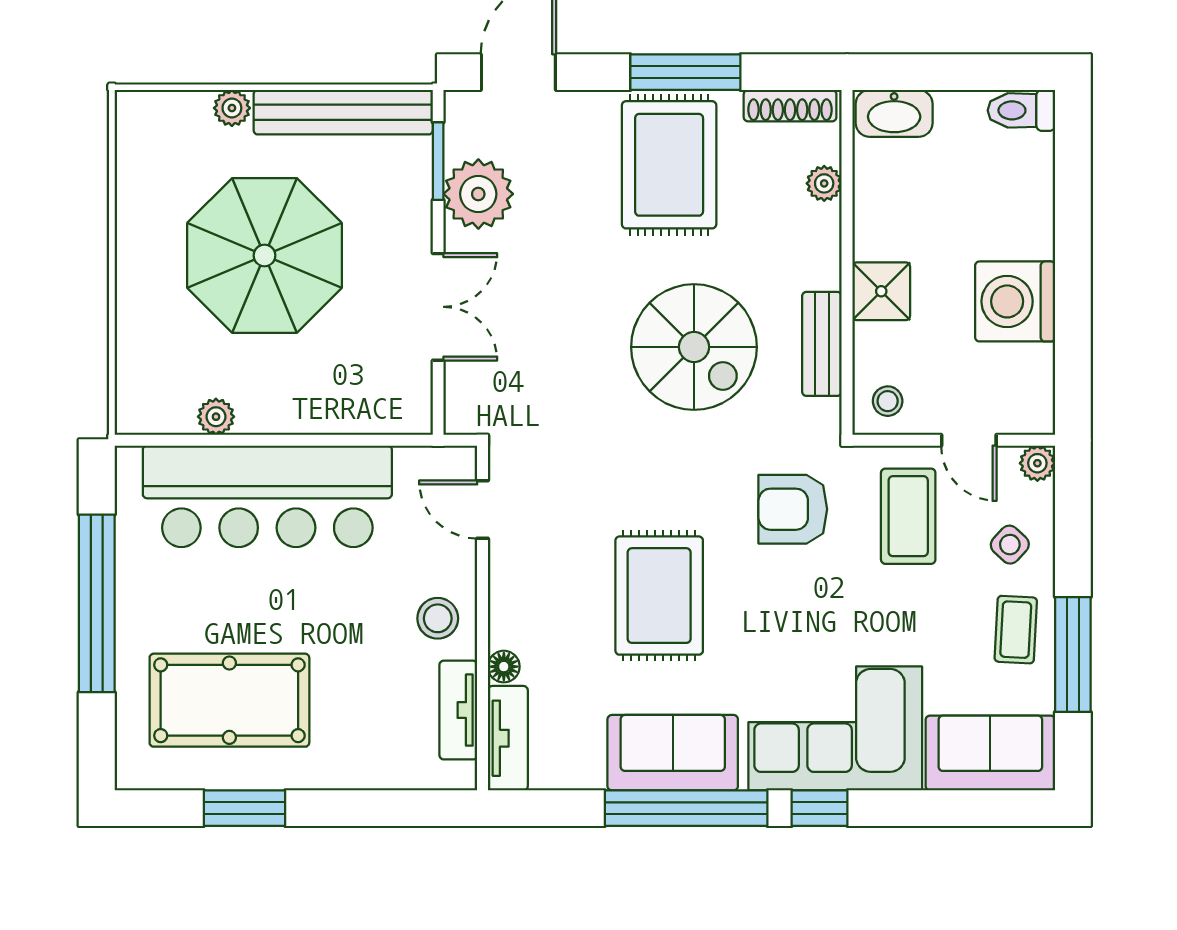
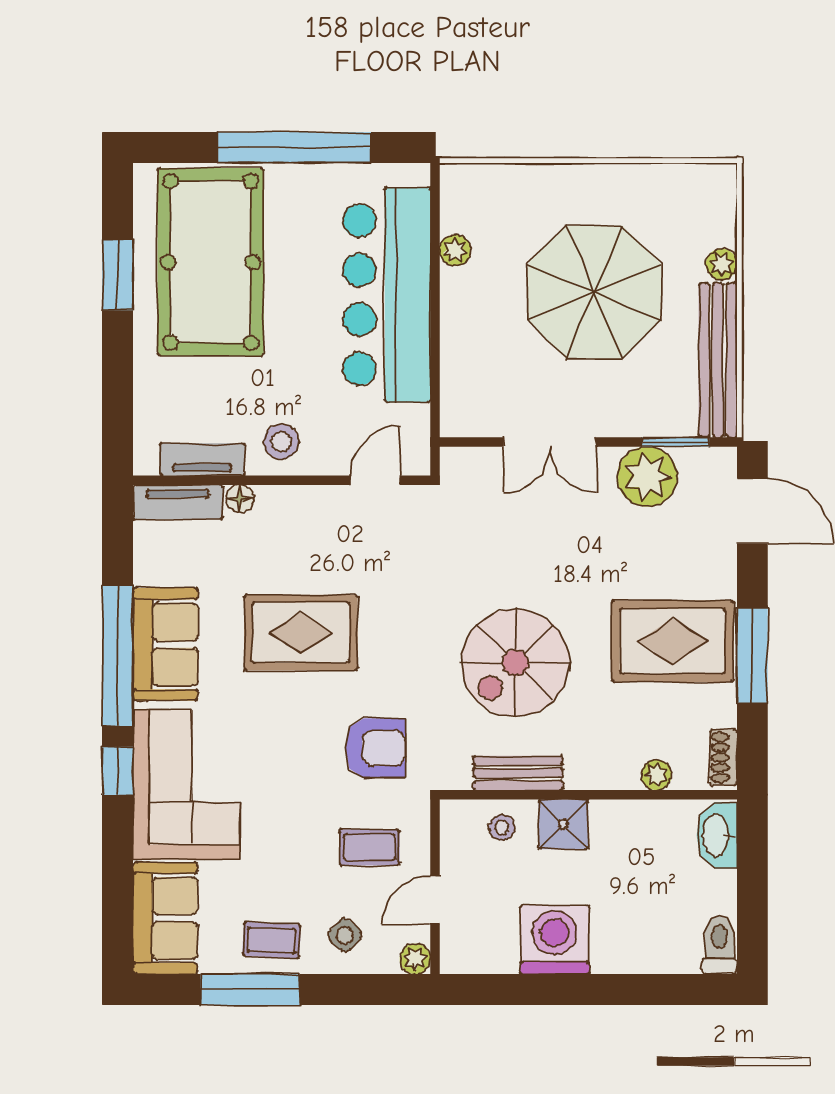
shoe rack: (790, 106) -> (723, 757), width x0.70
stool: (888, 401) -> (502, 827), moved
armchair: (793, 509) -> (375, 748), turned 90
coffee table: (908, 516) -> (369, 847), width x0.73, depth x0.77
pool table: (229, 700) -> (211, 262), width x1.36, depth x1.32

